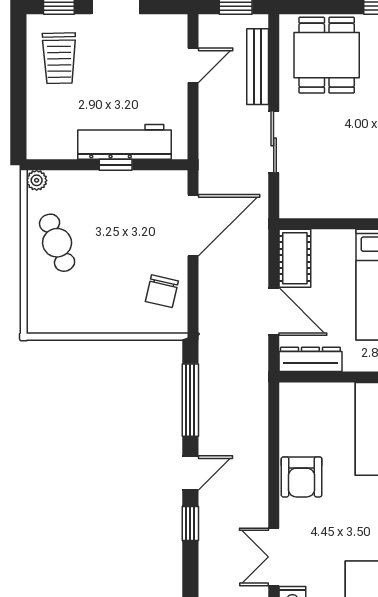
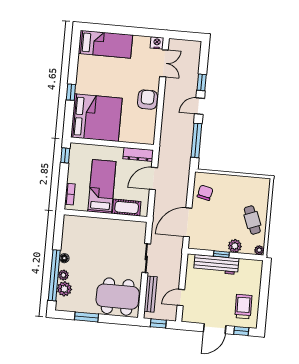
dining table: (327, 55) -> (118, 297), width x1.38
plant: (89, 185) -> (235, 246), added
cot: (295, 258) -> (127, 207), moved, turned 90
door: (274, 311) -> (153, 178), hinge flipped

